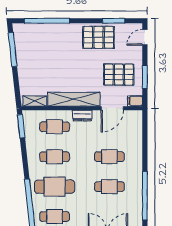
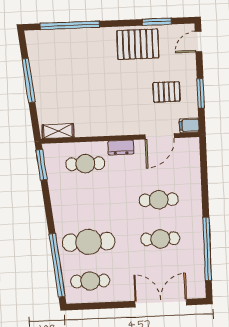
window: (13, 50) -> (29, 81), moved
pallet: (119, 75) -> (167, 92), width x0.67, depth x0.71
shelving: (74, 99) -> (109, 127), removed
cafe table: (55, 157) -> (87, 203), removed

